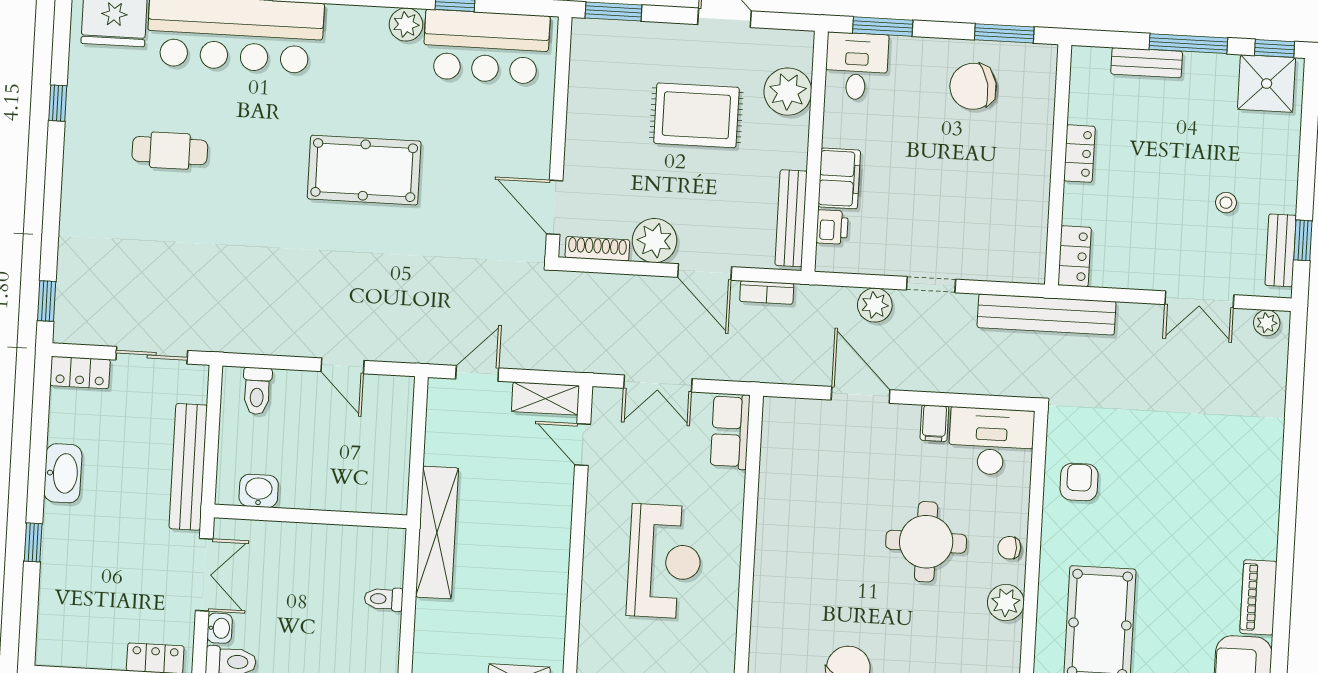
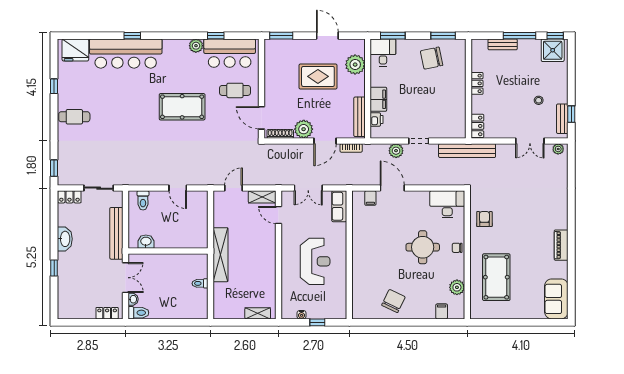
cafe table: (494, 138) -> (235, 90), added
cafe table: (170, 151) -> (74, 117), moved
door: (705, 272) -> (325, 141), hinge flipped
filing cabinet: (934, 423) -> (370, 198), moved
piano: (1258, 597) -> (561, 245), moved
plant: (1006, 603) -> (457, 287), moved

